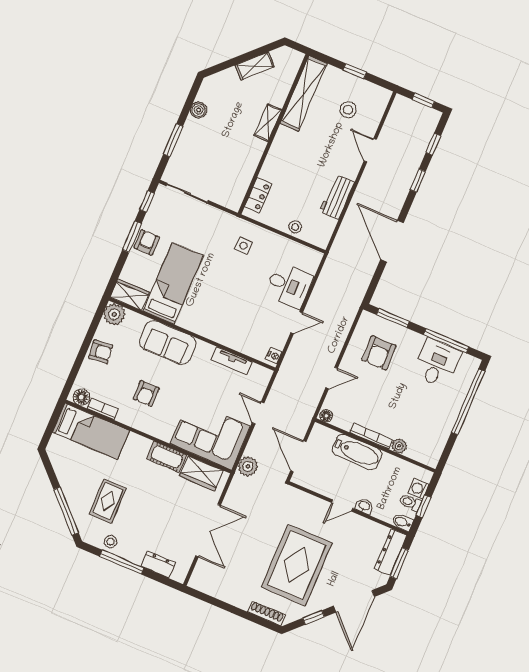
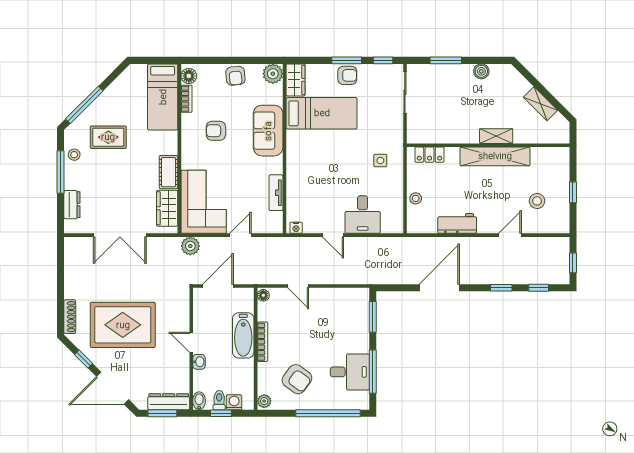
shelving: (304, 93) -> (495, 156), moved
armchair: (379, 353) -> (297, 379), moved, turned -144
plant: (399, 446) -> (264, 401), moved

